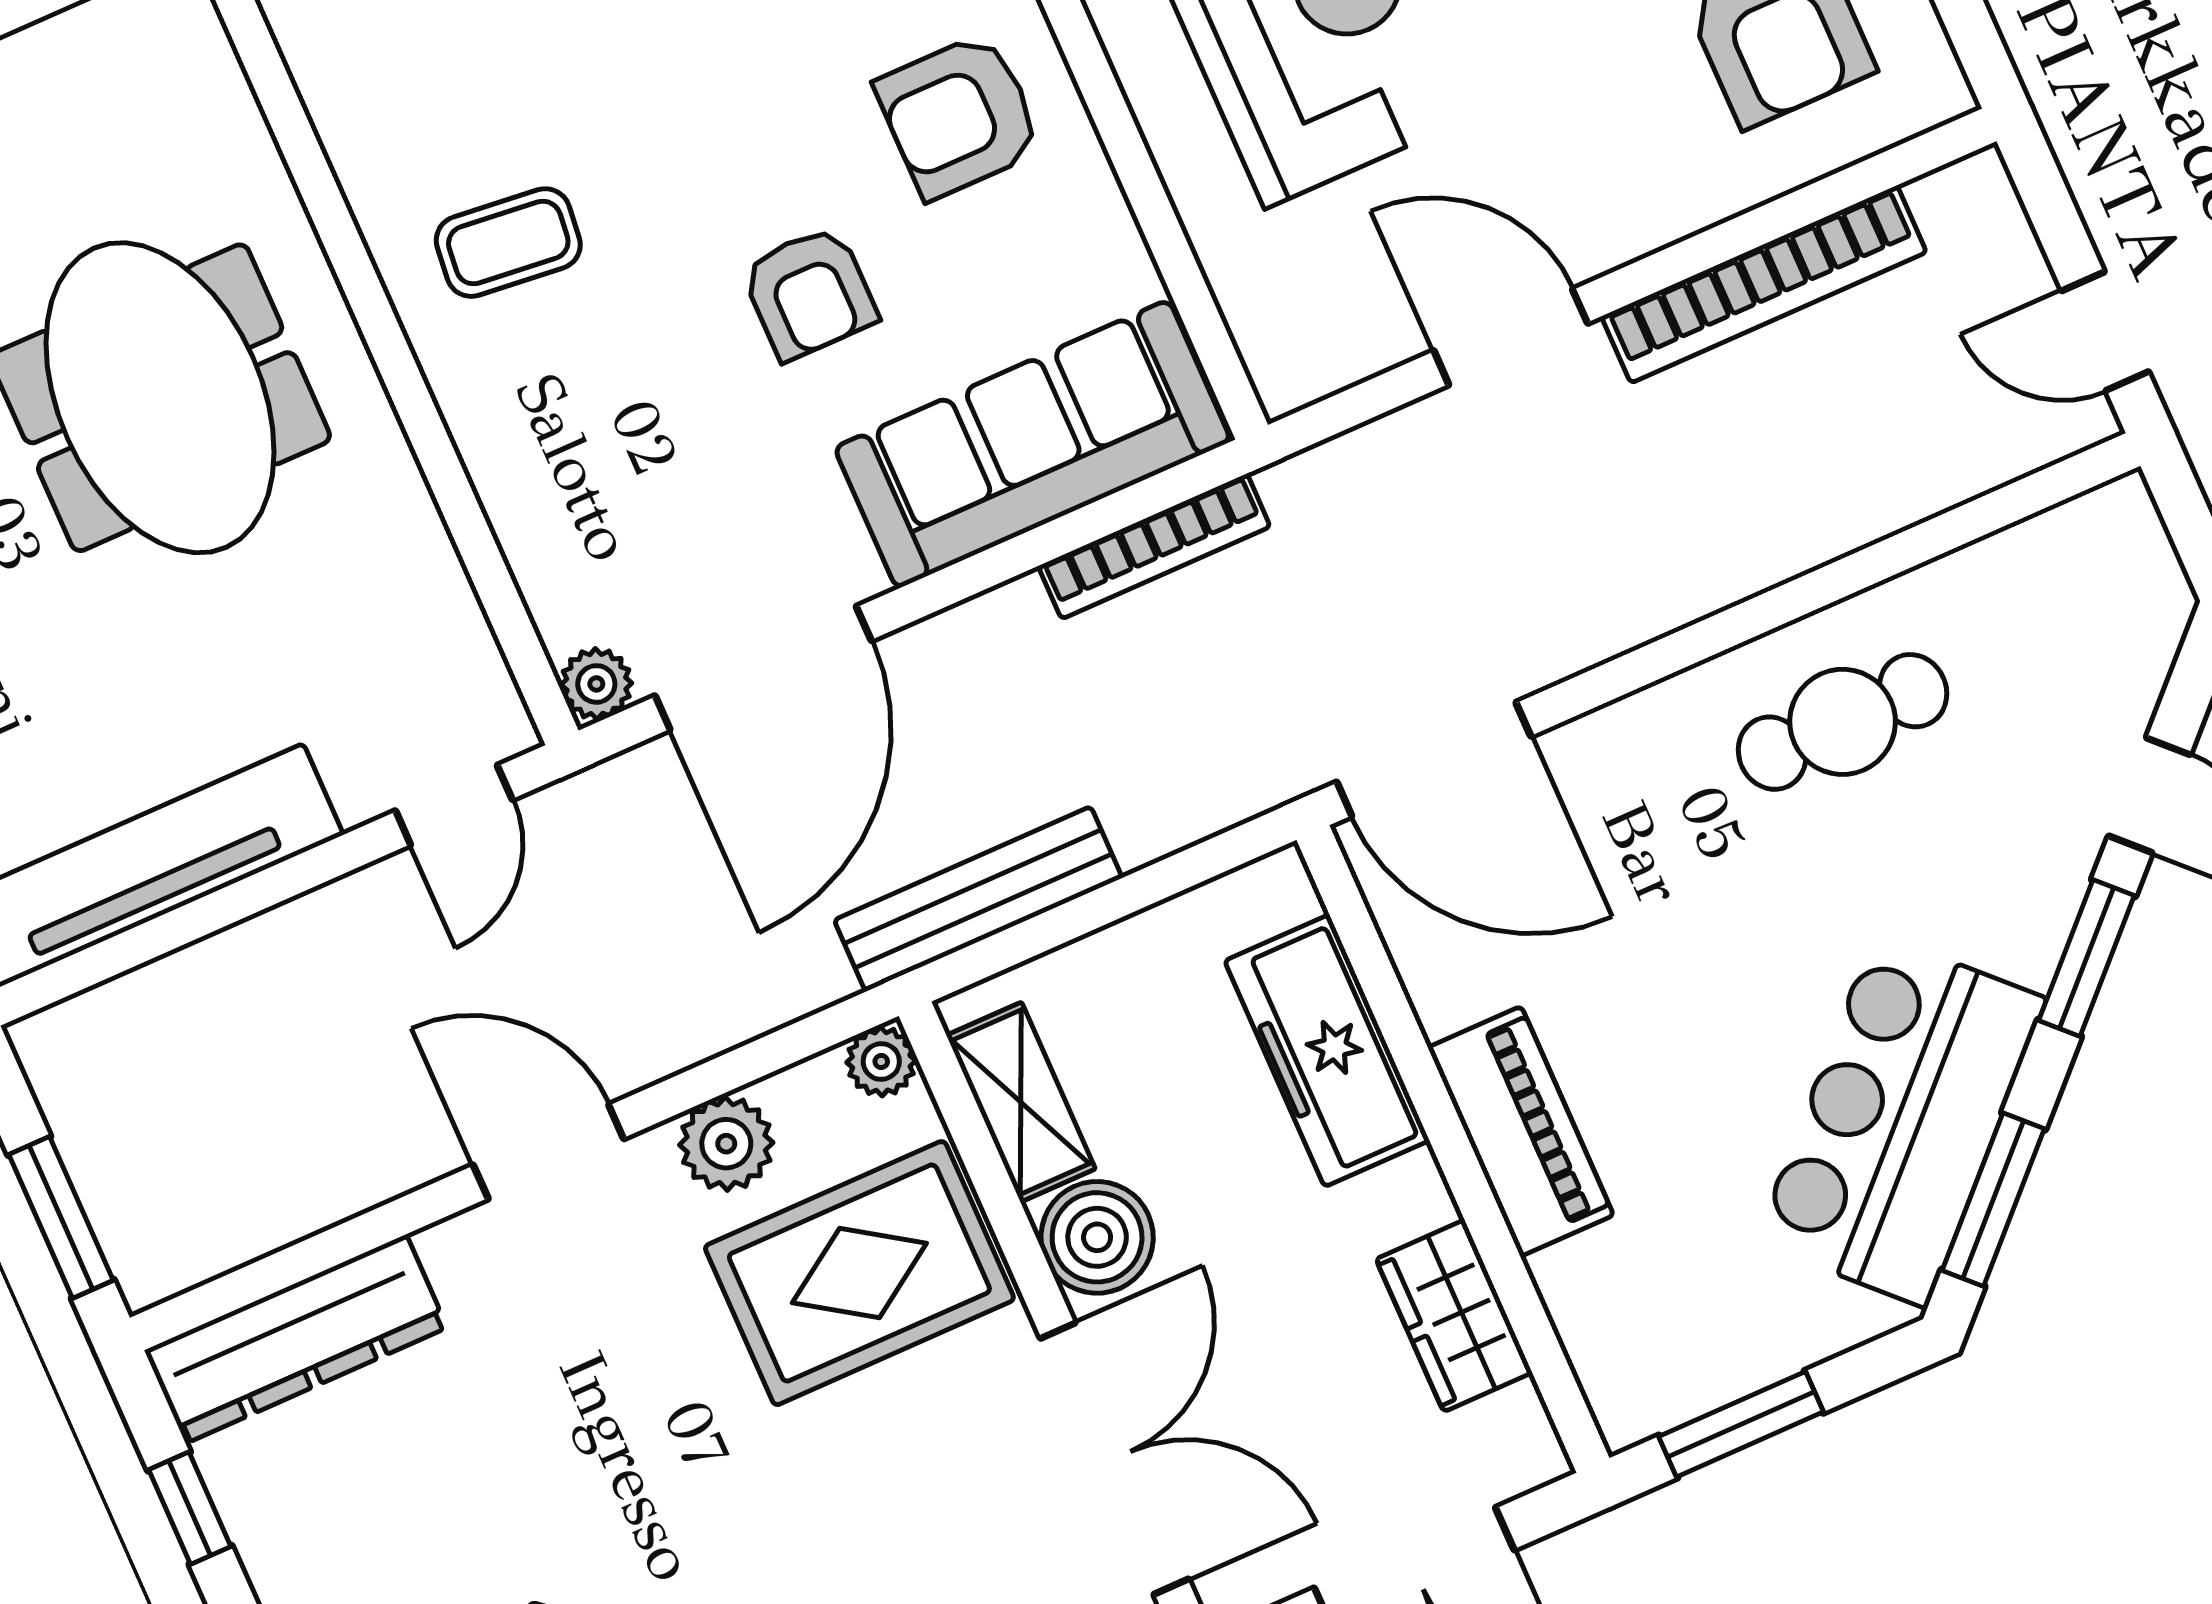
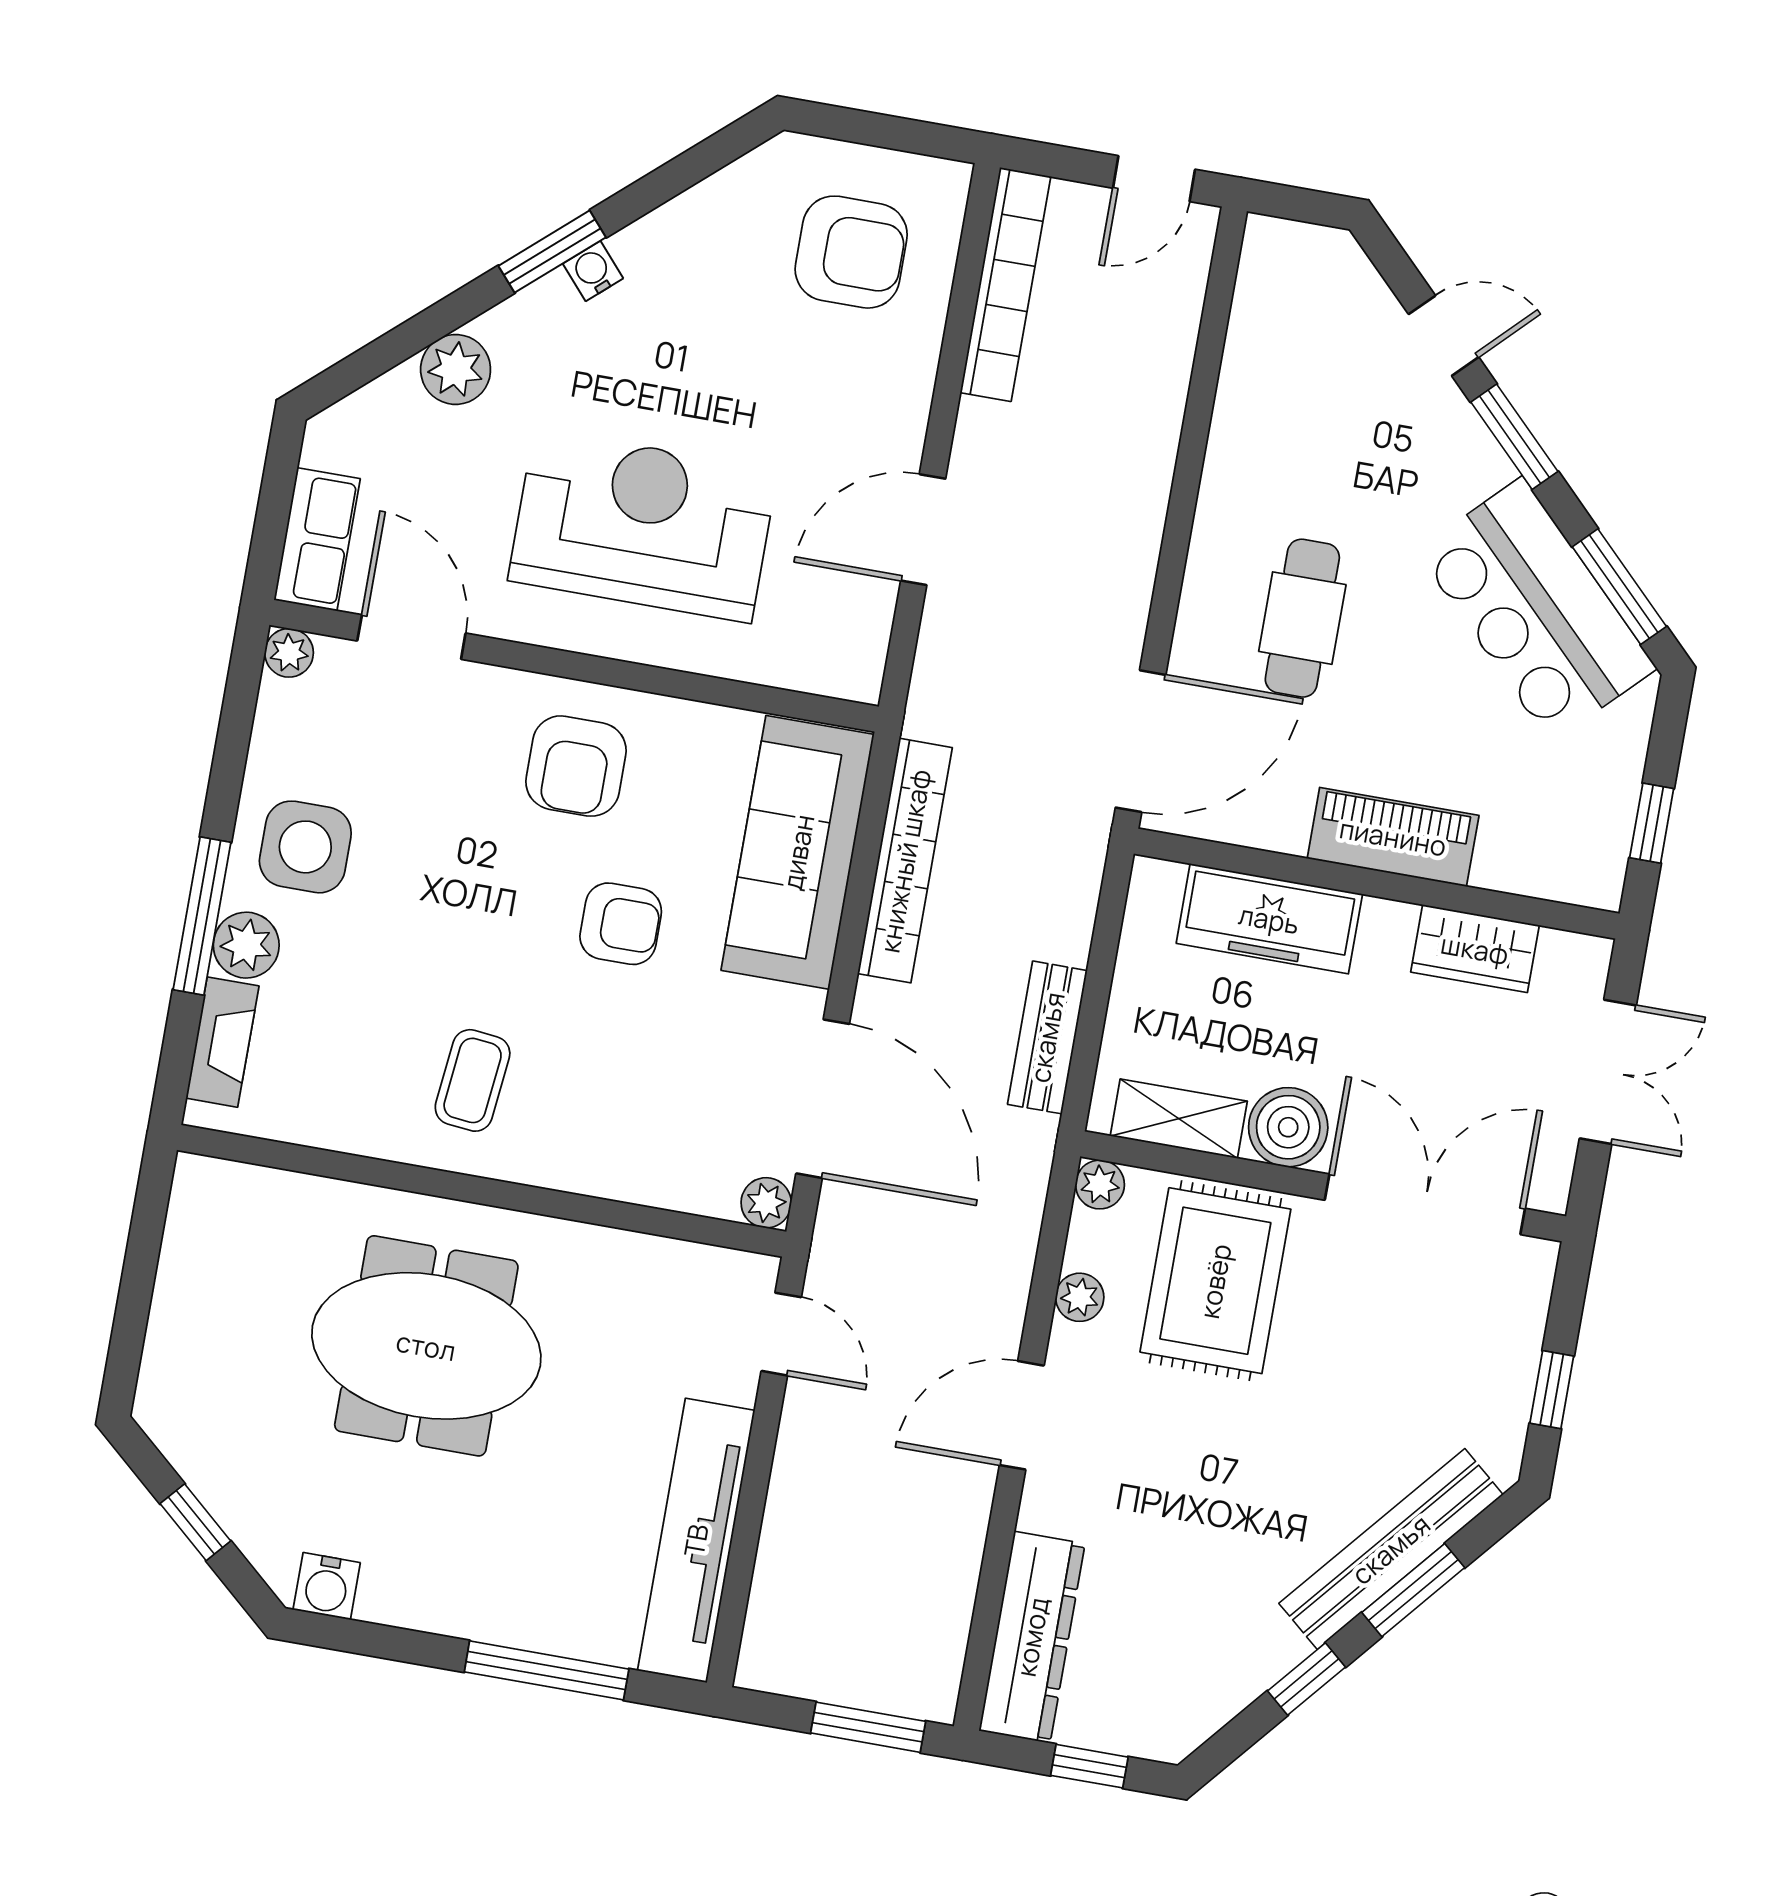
bookcase: (1764, 284) -> (1005, 284), moved
bookcase: (1154, 546) -> (905, 861), width x1.48, depth x1.31
cafe table: (1843, 722) -> (1302, 618), moved
bench: (978, 899) -> (1047, 1037), width x0.73
plant: (726, 1144) -> (1080, 1297), width x0.73, depth x0.73
window: (1741, 1424) -> (1652, 823), width x0.67

